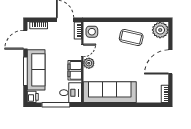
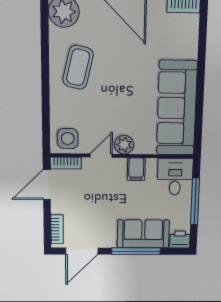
door: (25, 40) -> (82, 251), hinge flipped
door: (82, 50) -> (101, 156), hinge flipped
sofa: (36, 70) -> (143, 234), width x0.73
filing cabinet: (75, 70) -> (136, 169), width x0.50

